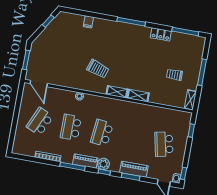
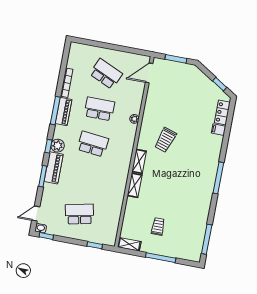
locker: (161, 34) -> (222, 112), moved
piano: (85, 161) -> (64, 111), moved
piano: (134, 169) -> (54, 168), moved

